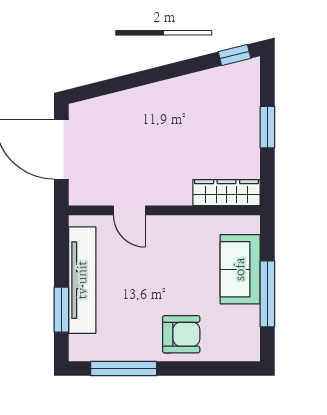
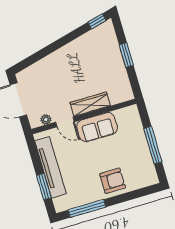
wardrobe: (227, 193) -> (90, 104), moved
plant: (98, 196) -> (46, 119), added
sofa: (240, 269) -> (97, 127), moved, turned -90

